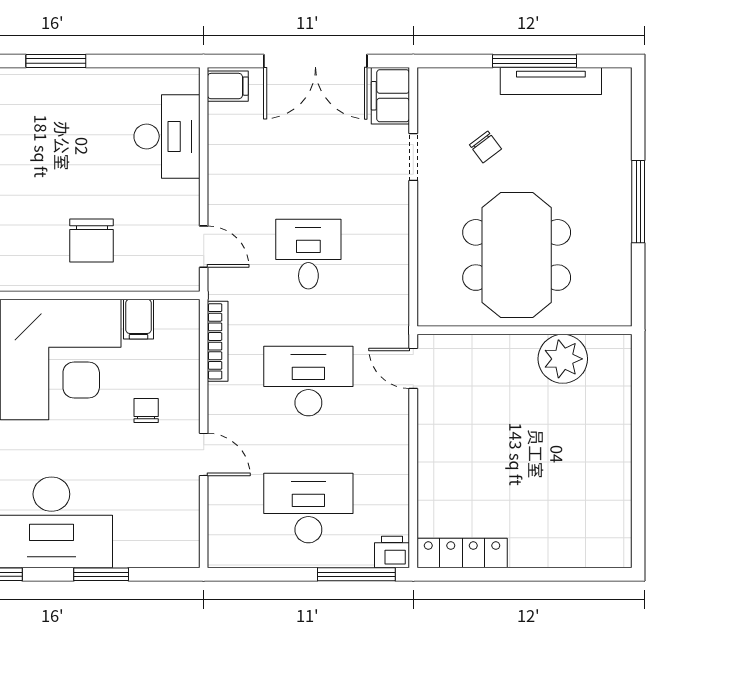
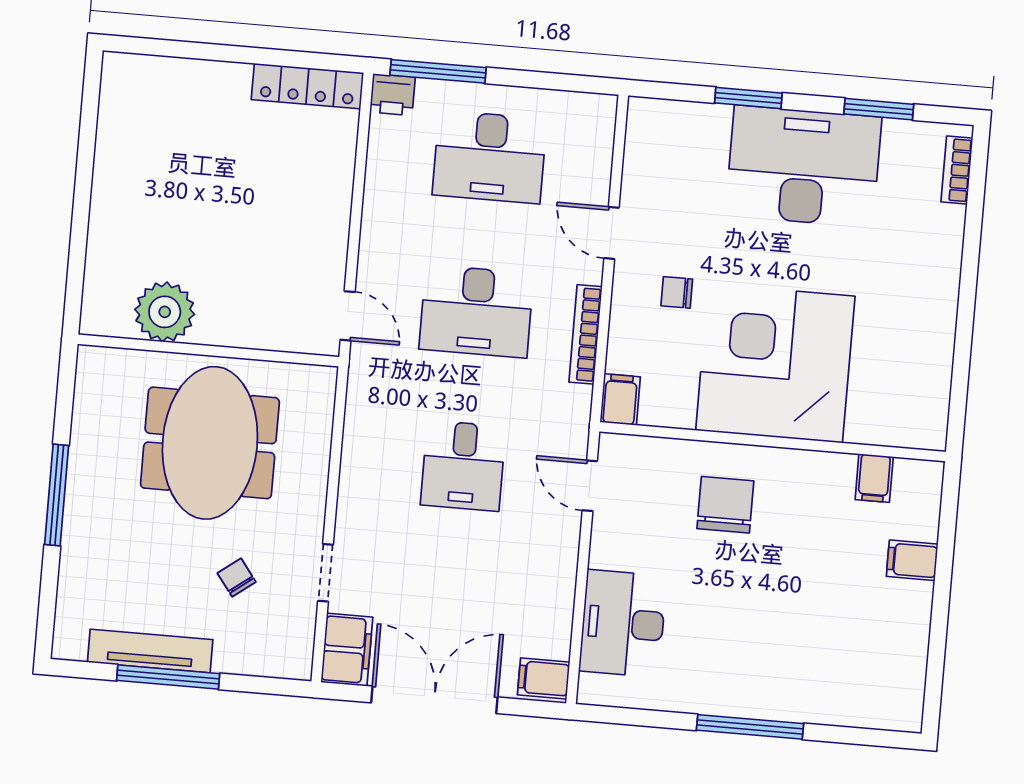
window: (56, 61) -> (750, 727), width x1.44
filing cabinet: (139, 319) -> (620, 399), moved
bookcase: (218, 341) -> (586, 334), moved
chair: (146, 410) -> (677, 292), turned 90

